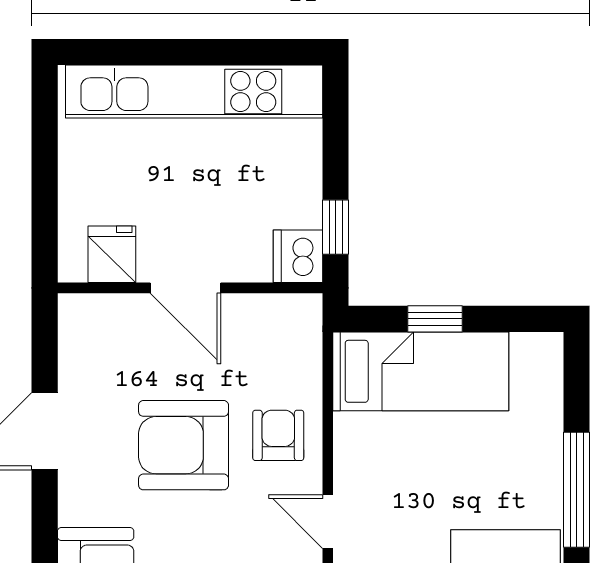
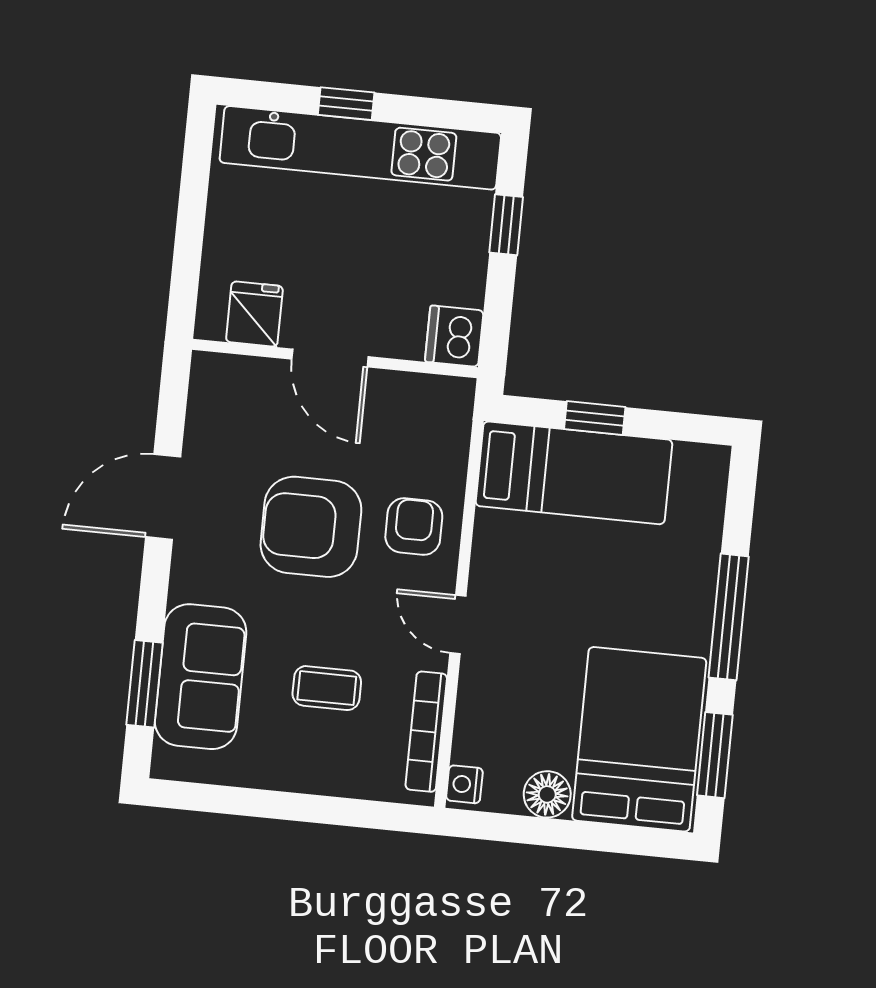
window: (177, 52) -> (346, 104), added
window: (336, 227) -> (506, 225), moved

